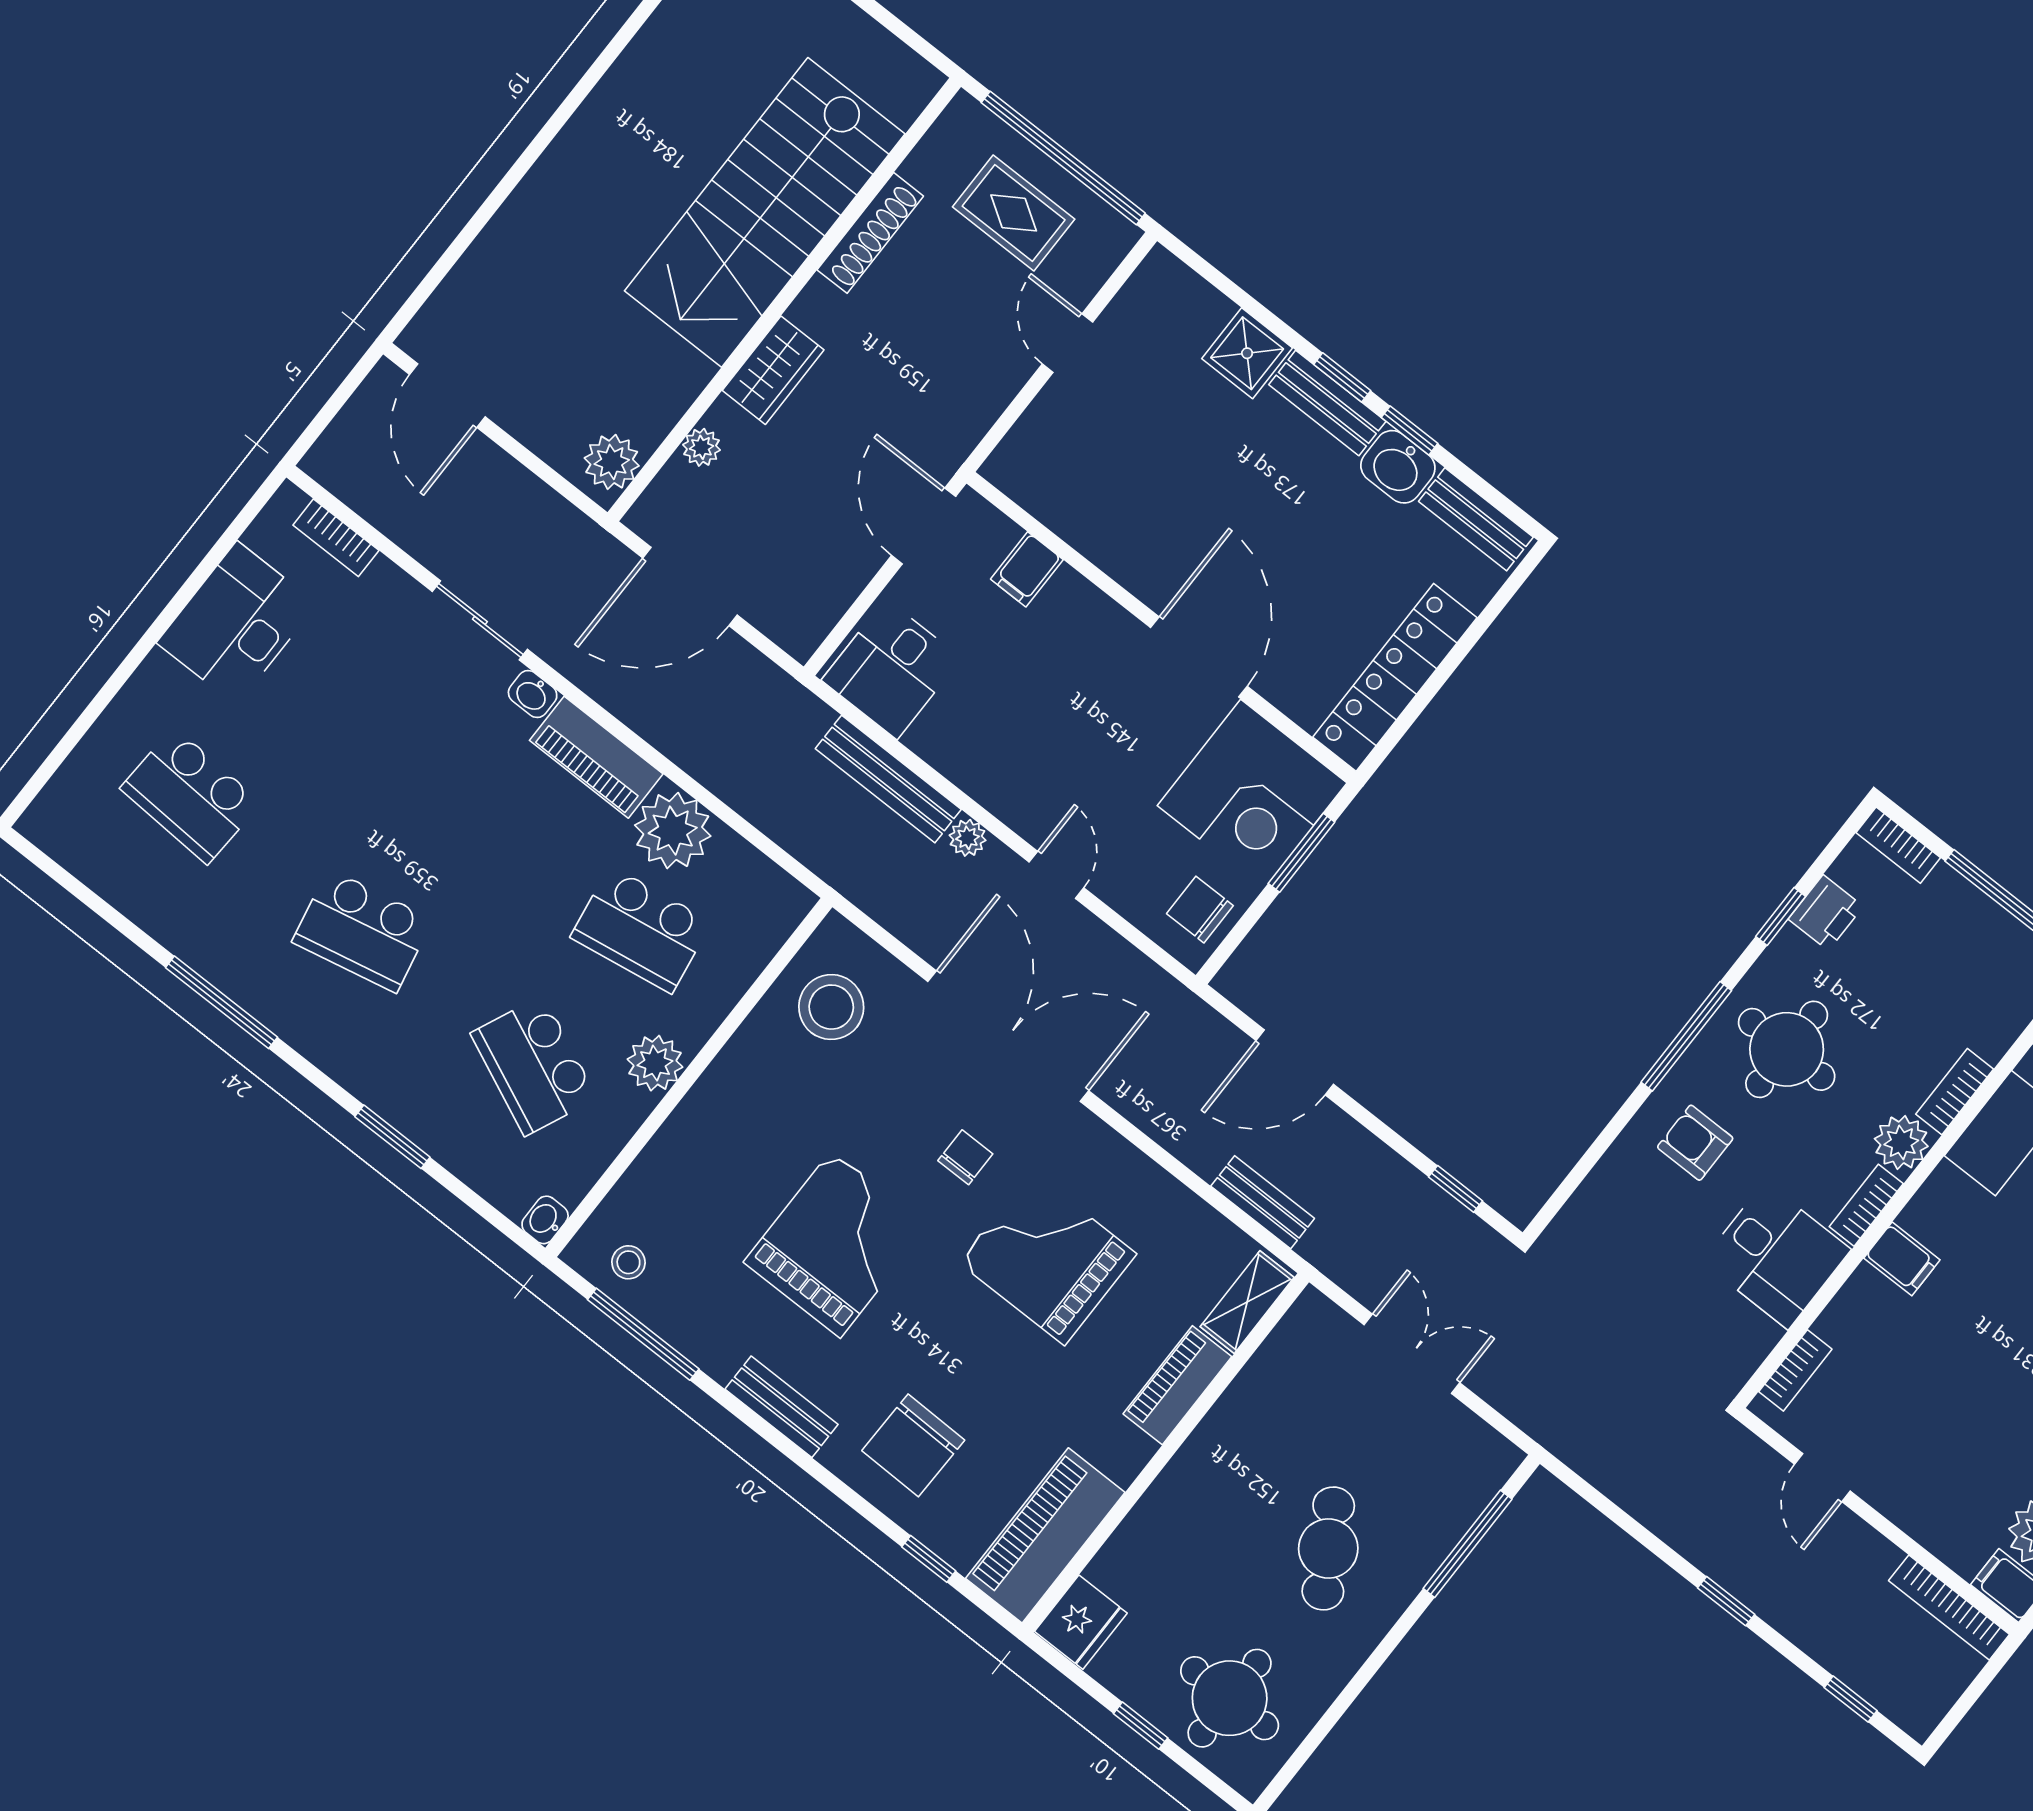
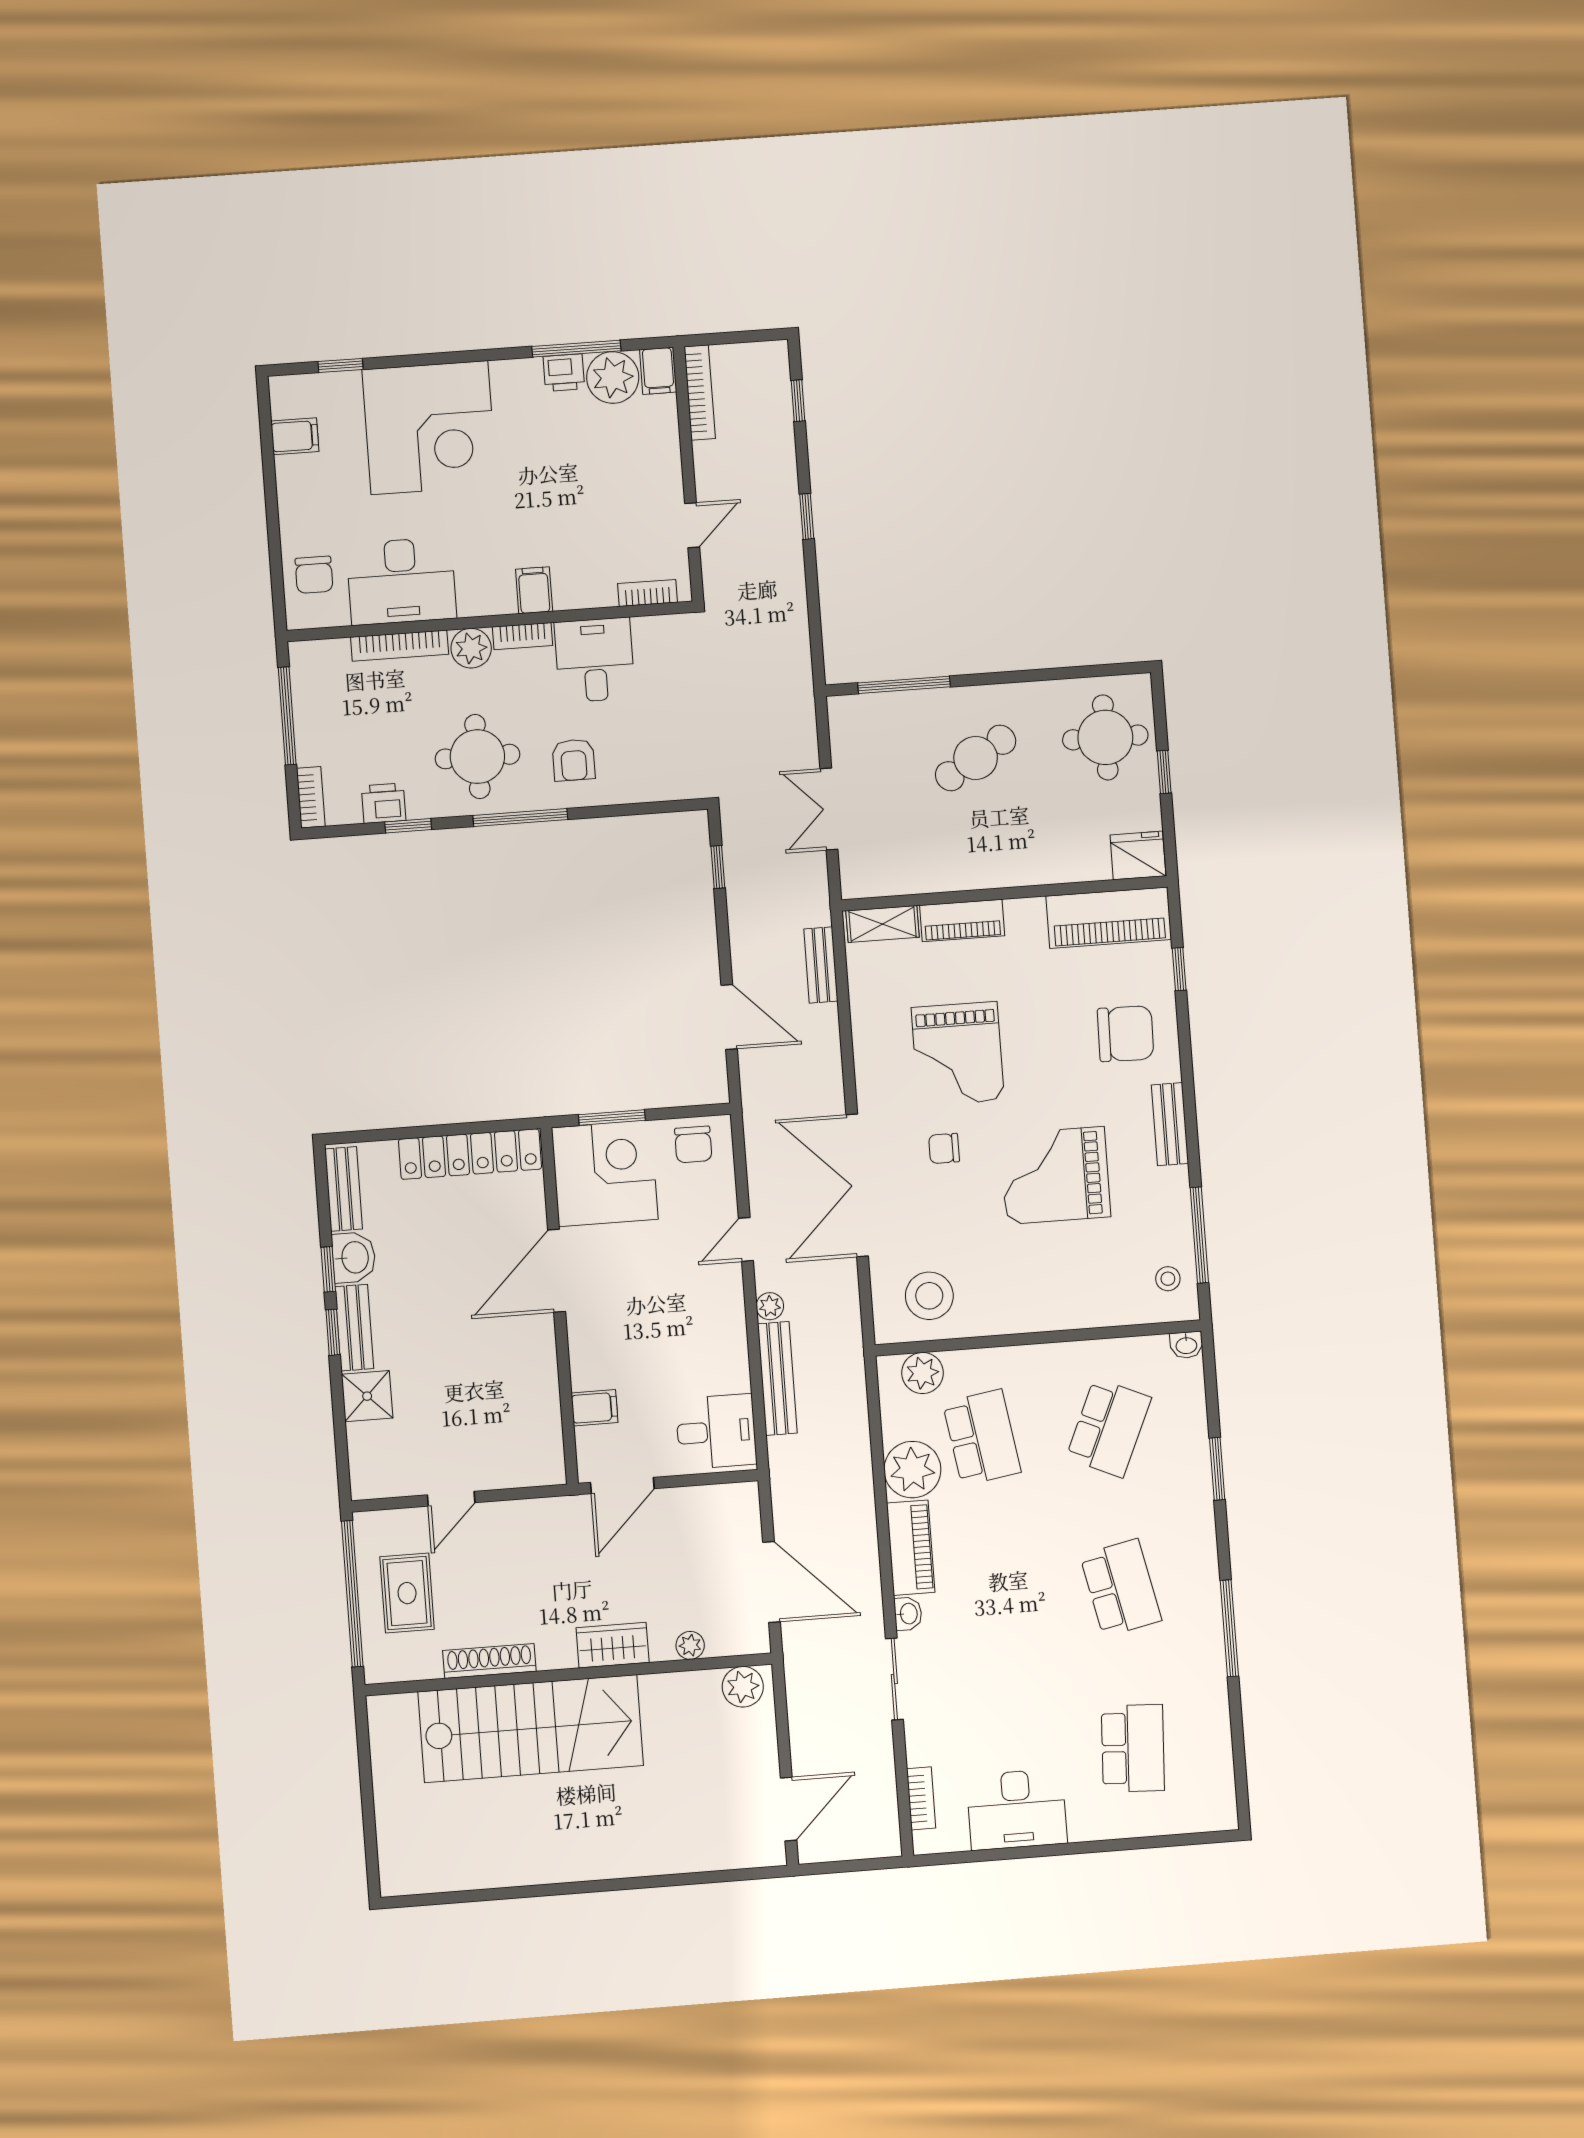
plant: (655, 1063) -> (923, 1373), moved
bookcase: (1955, 1092) -> (400, 646), width x1.56

